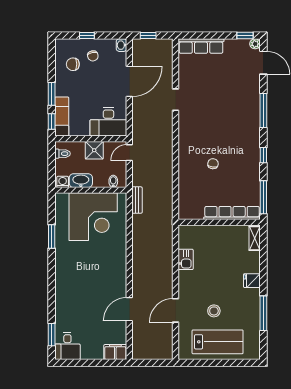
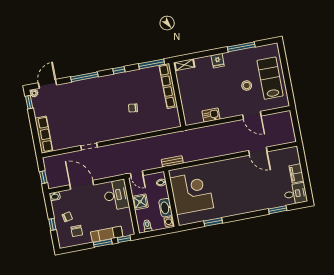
exam couch: (62, 117) -> (107, 234), moved
window: (52, 335) -> (278, 210), moved
filing cabinet: (115, 352) -> (296, 173), moved

